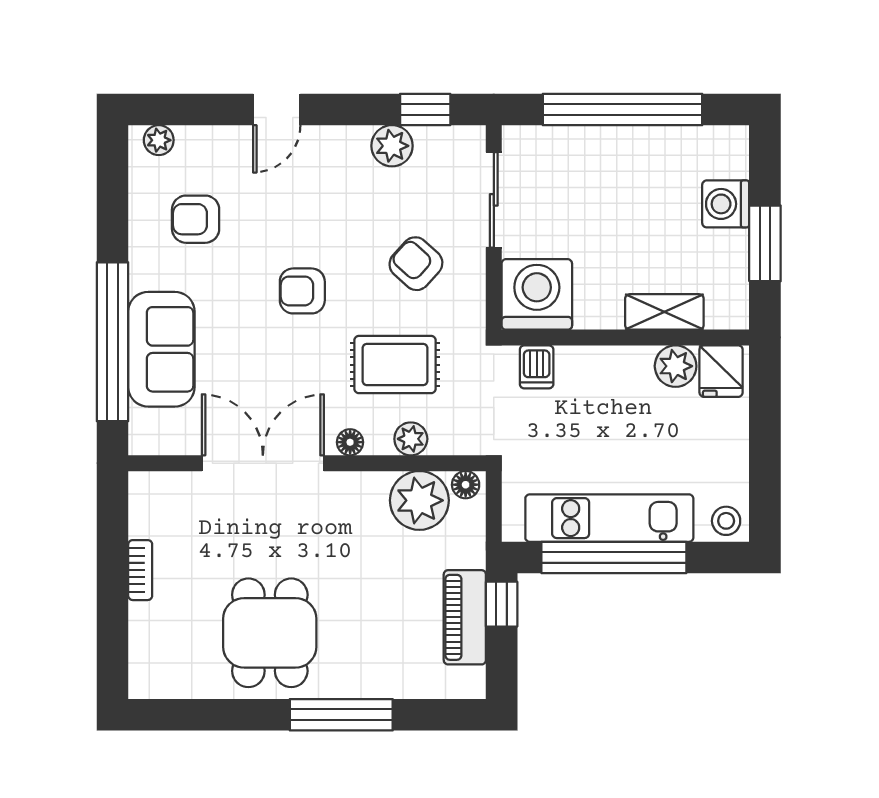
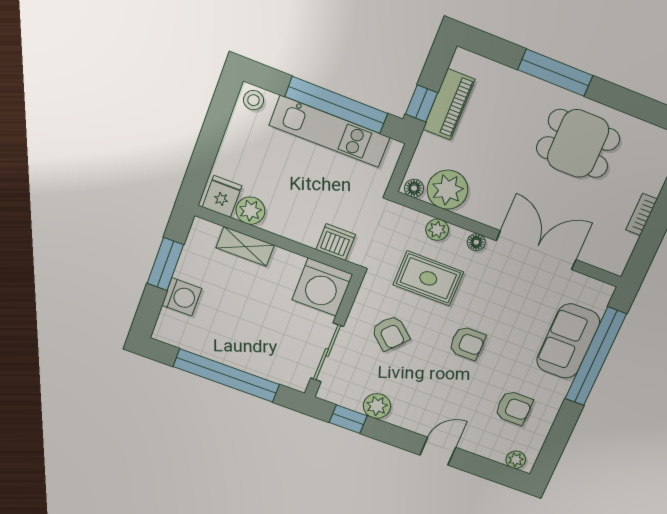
dishwasher: (537, 367) -> (336, 242), width x1.38
double door: (263, 463) -> (536, 250), swing flipped
dining table: (270, 633) -> (578, 144), turned 90

